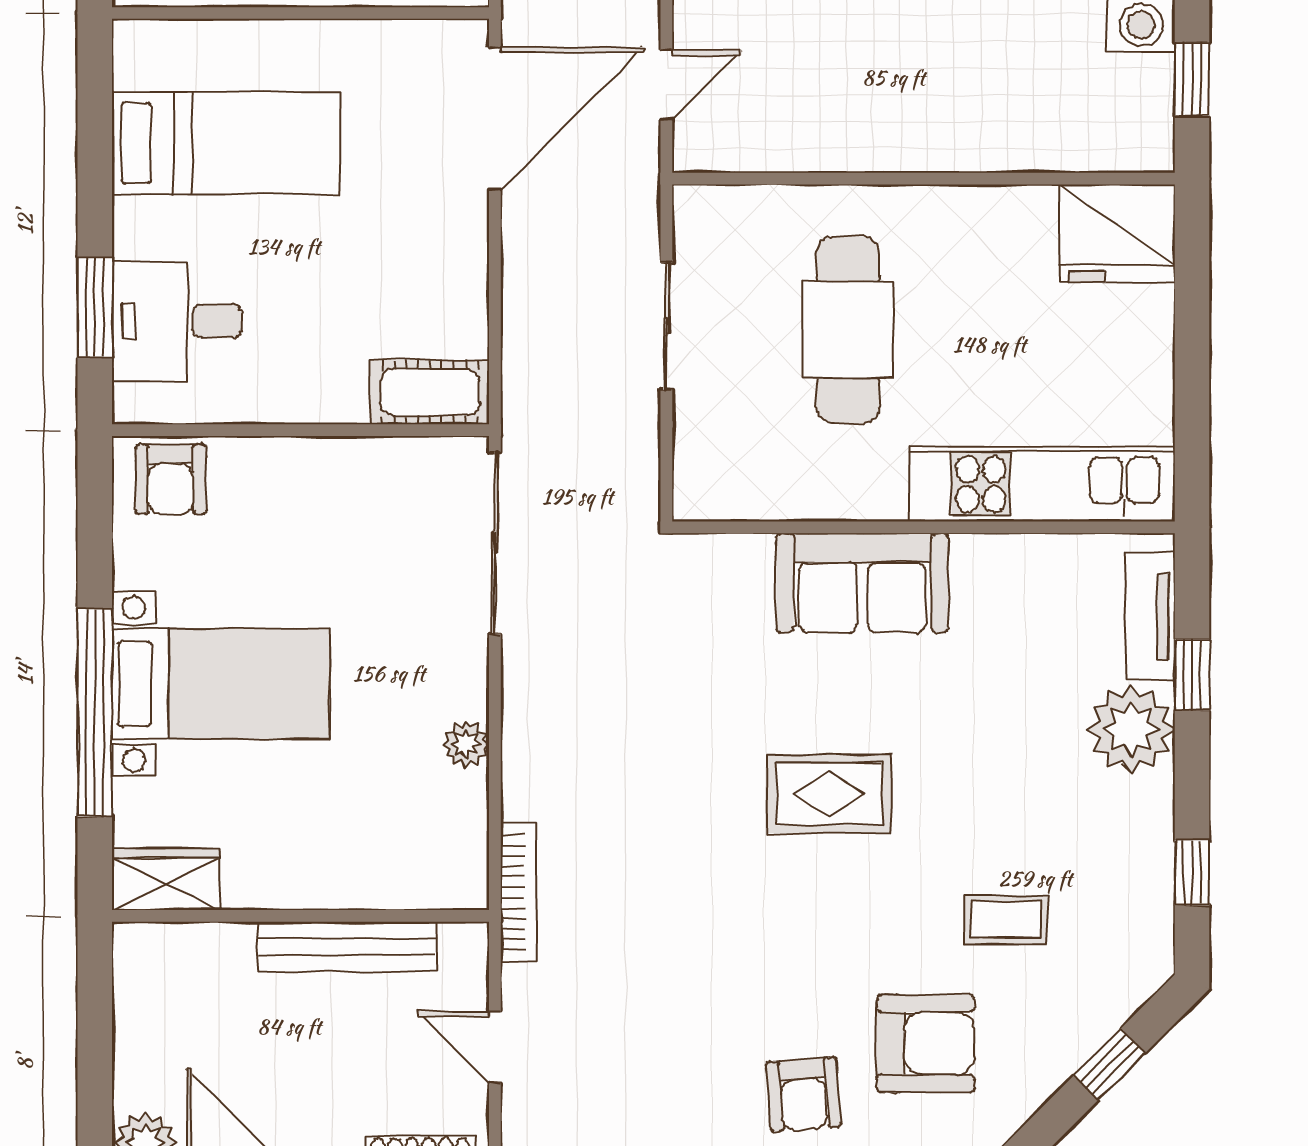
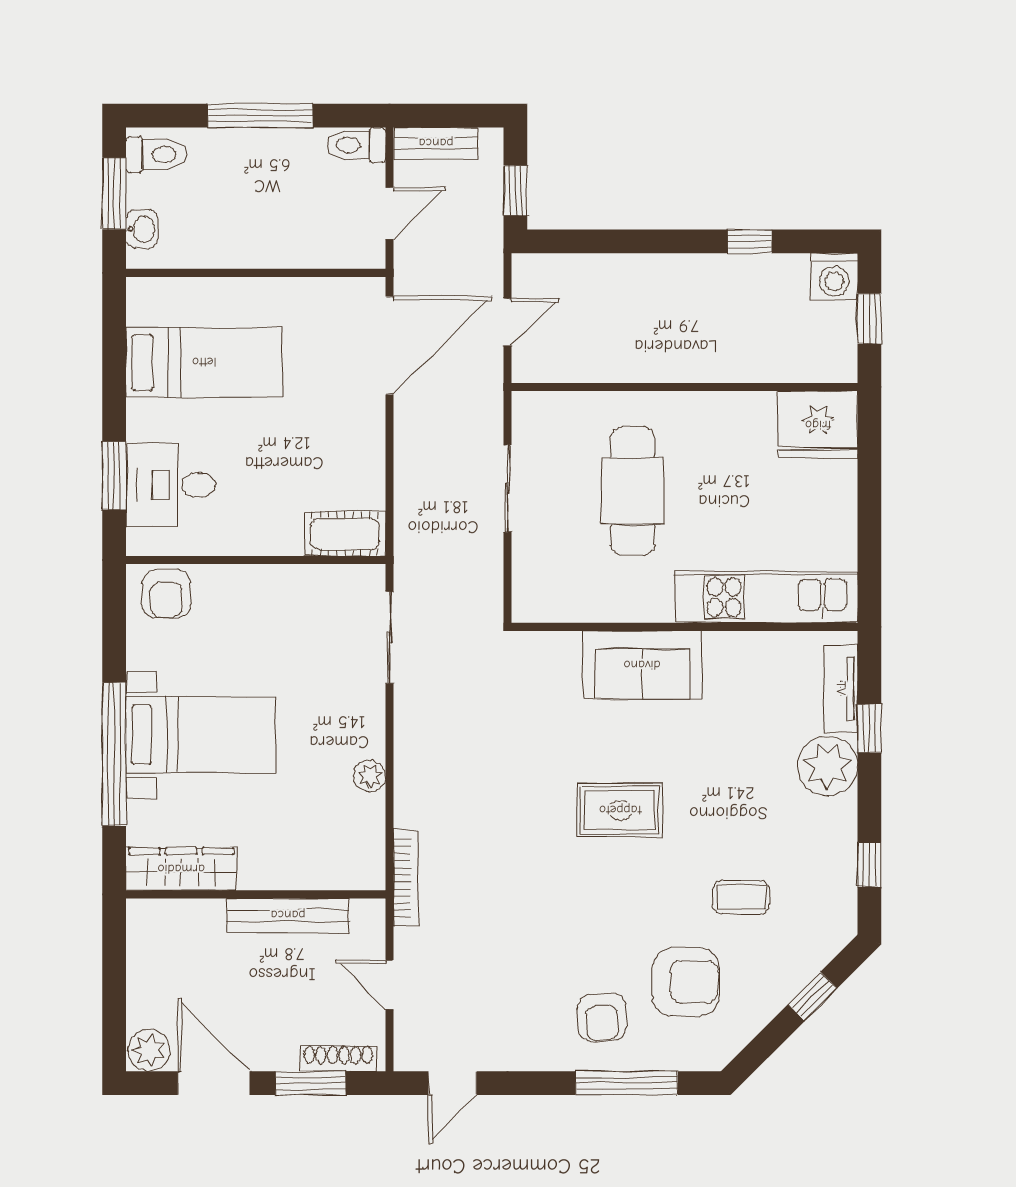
sliding door: (495, 543) -> (390, 637), width x0.73
wardrobe: (165, 879) -> (181, 869), width x1.50

